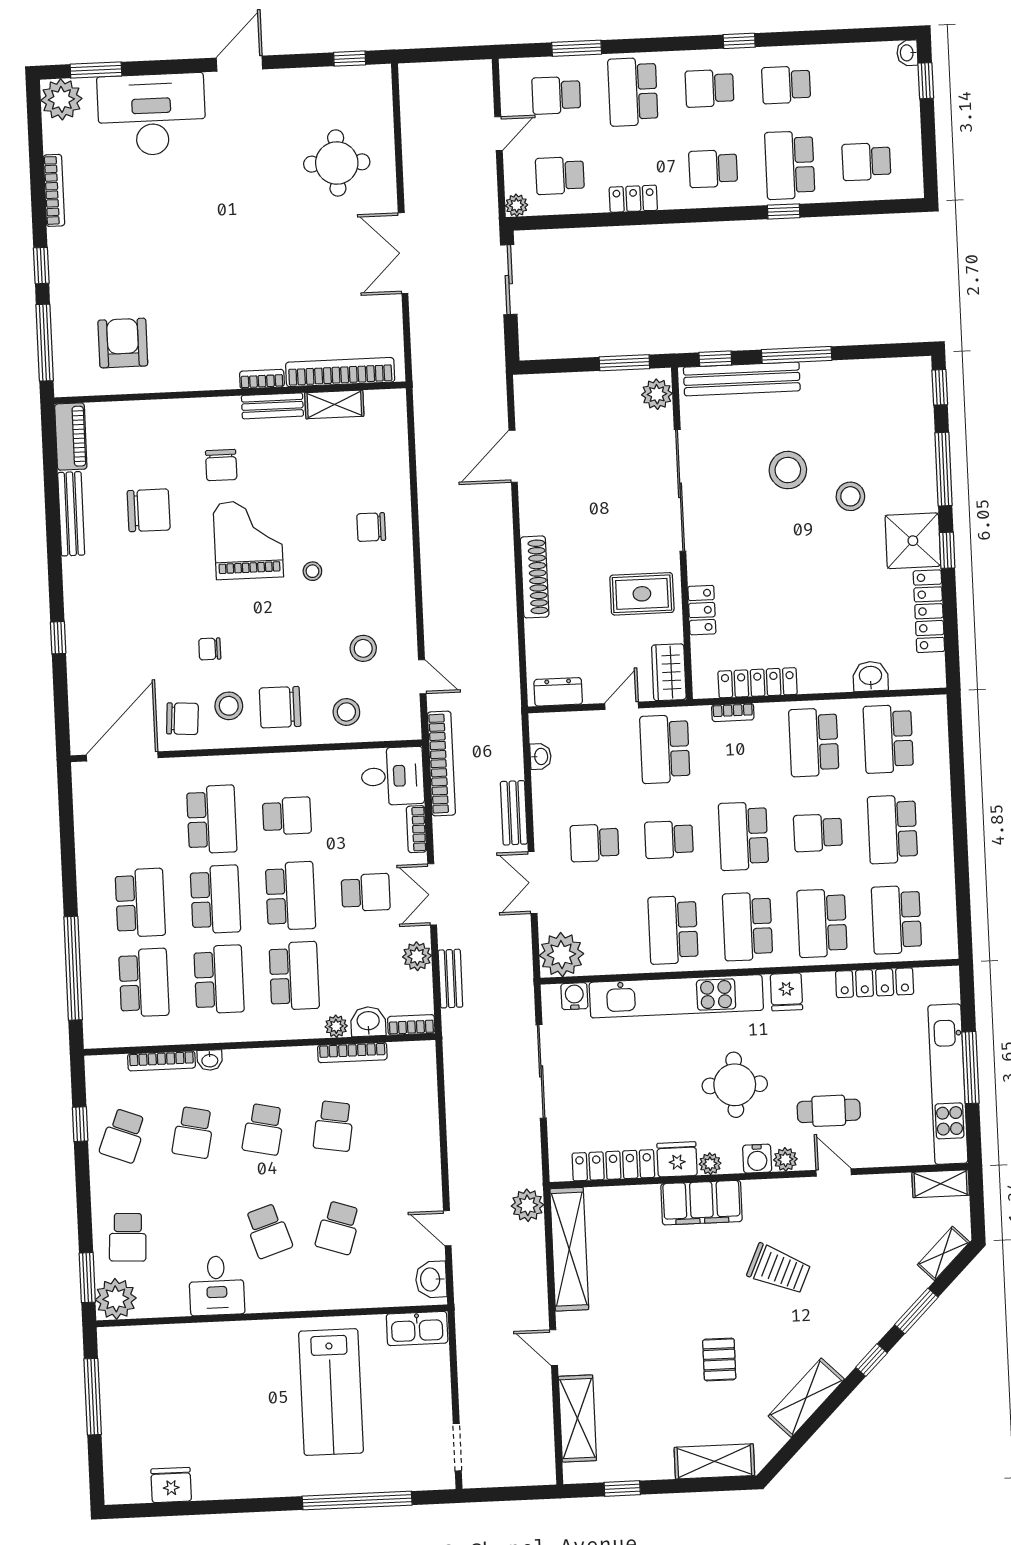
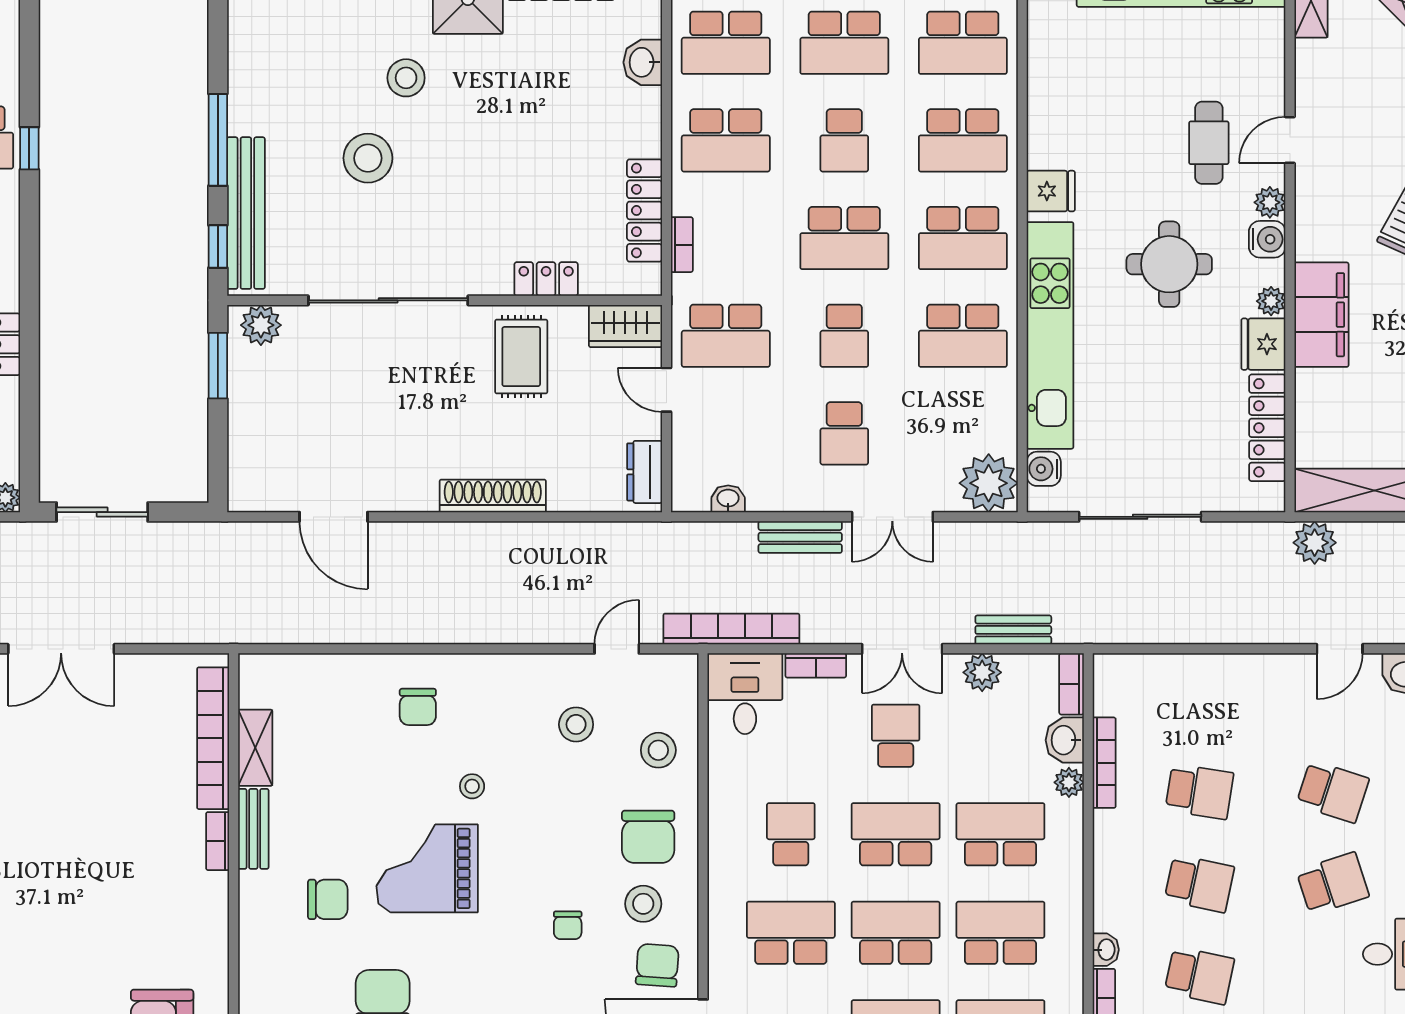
locker: (875, 983) -> (1044, 75), removed

